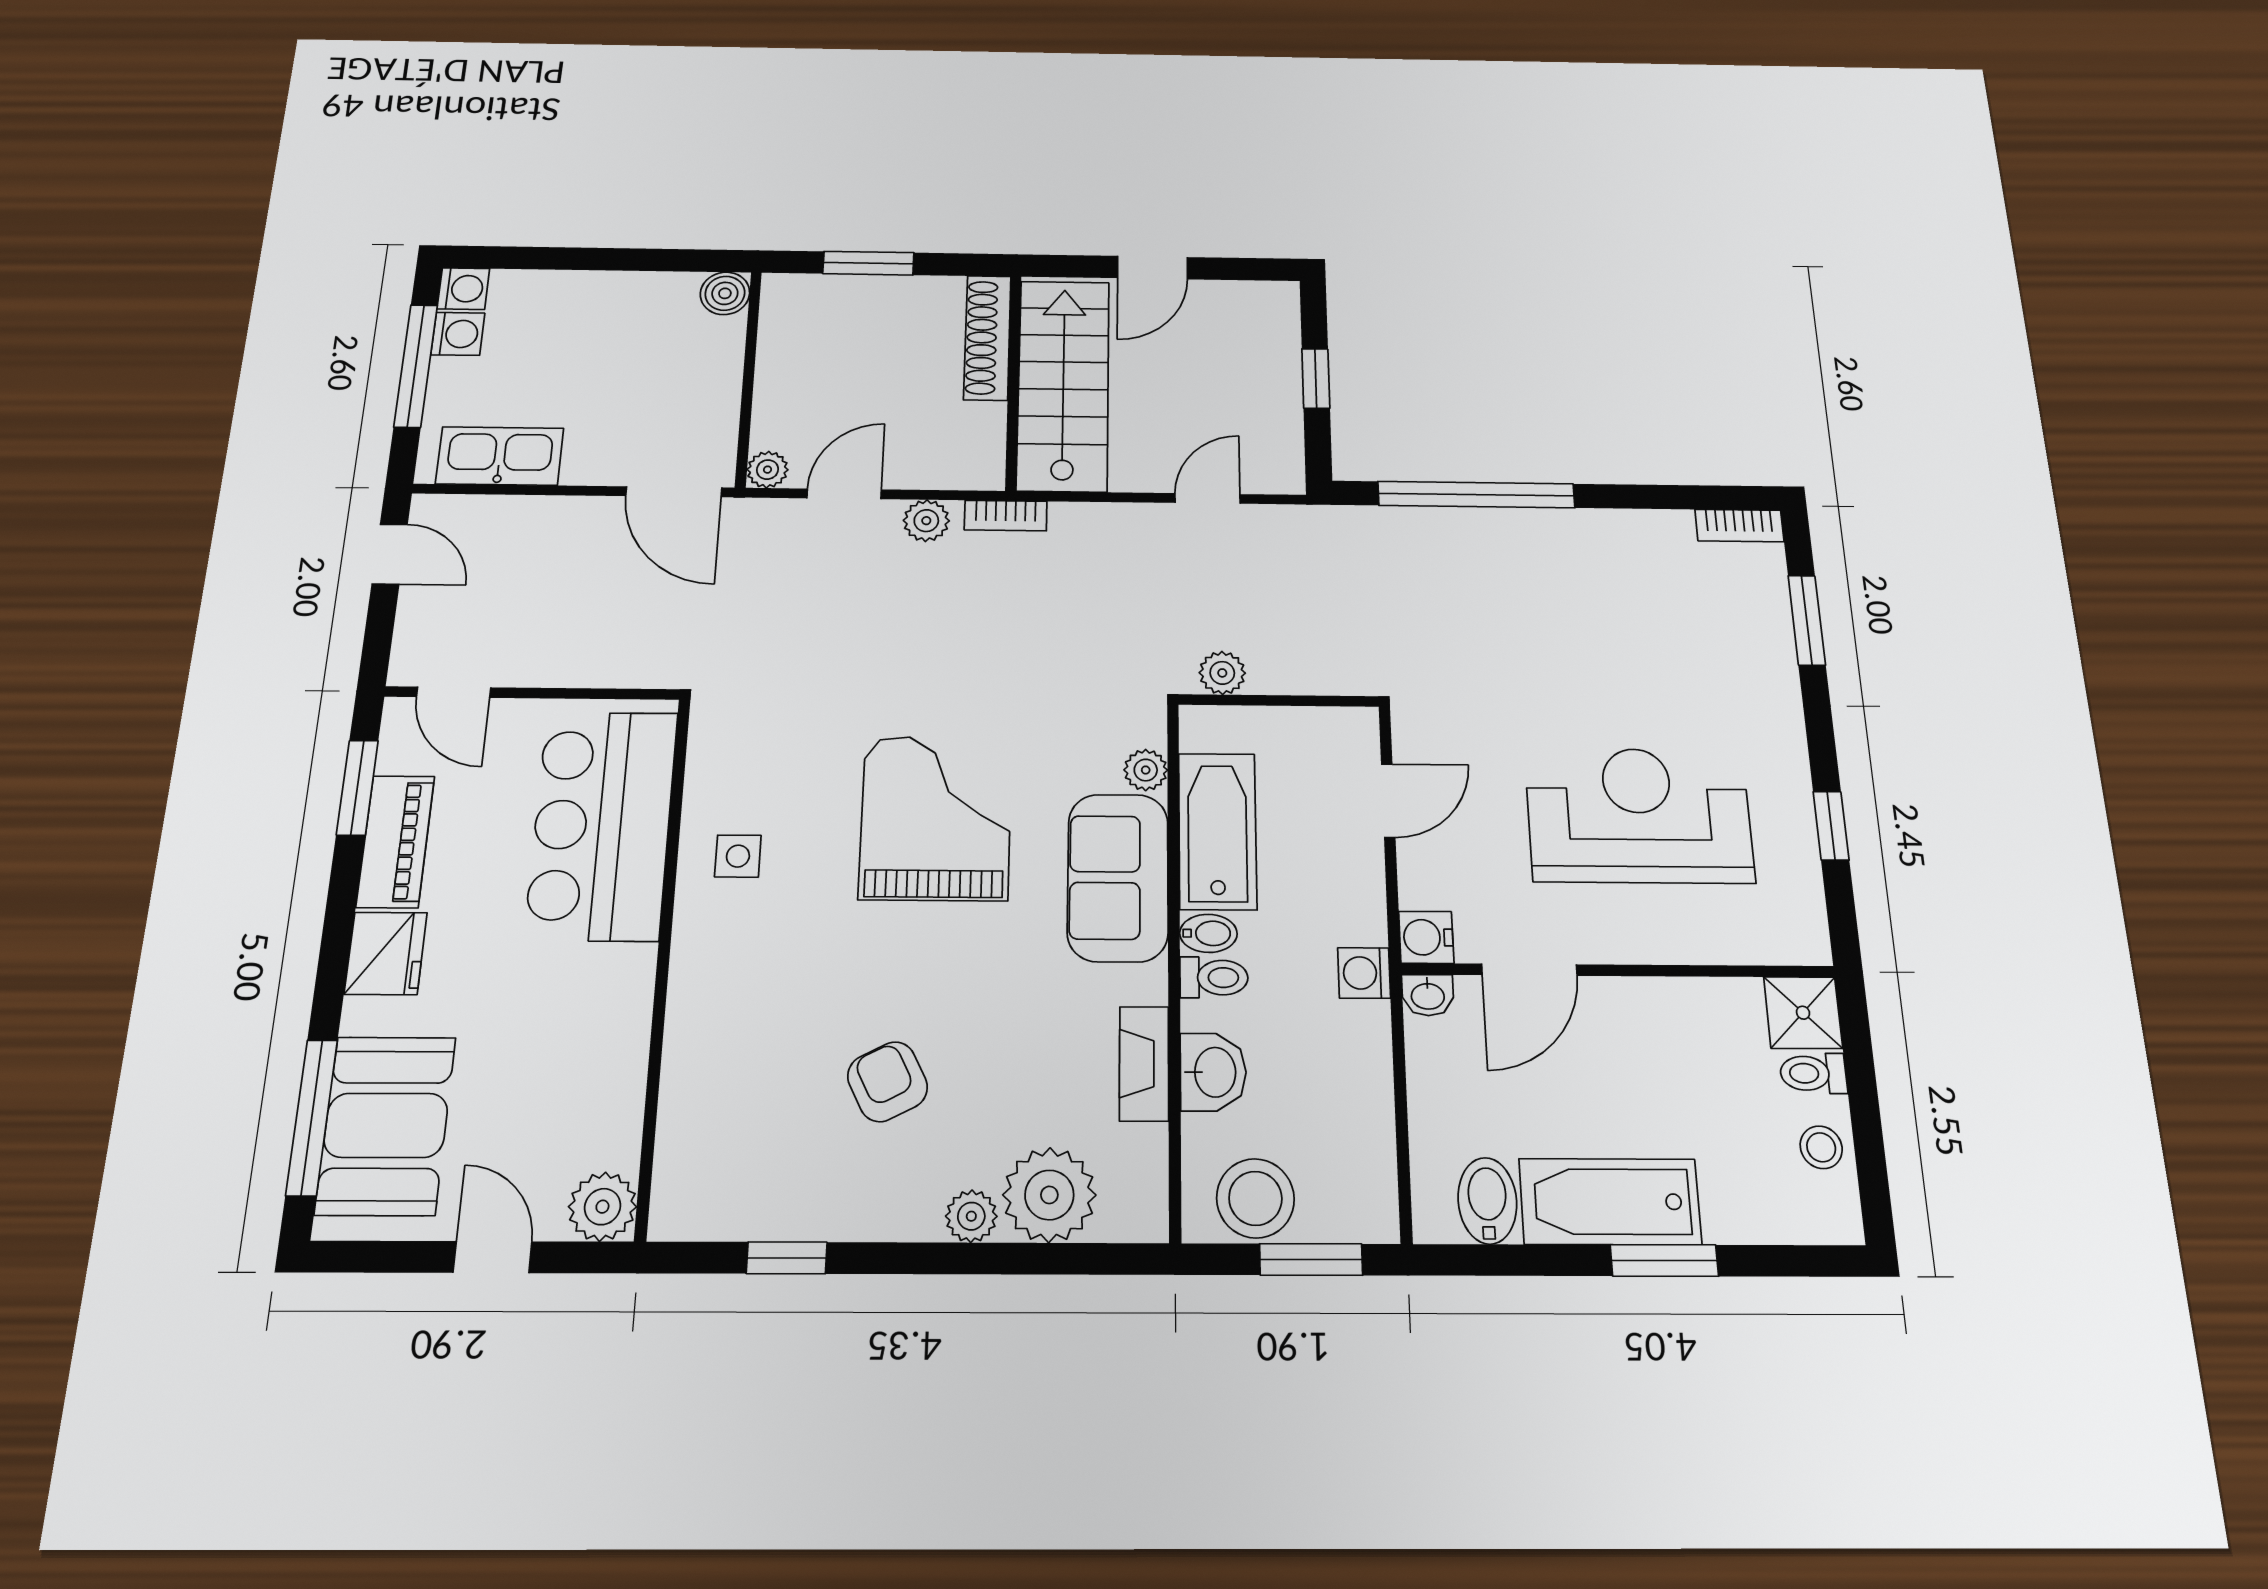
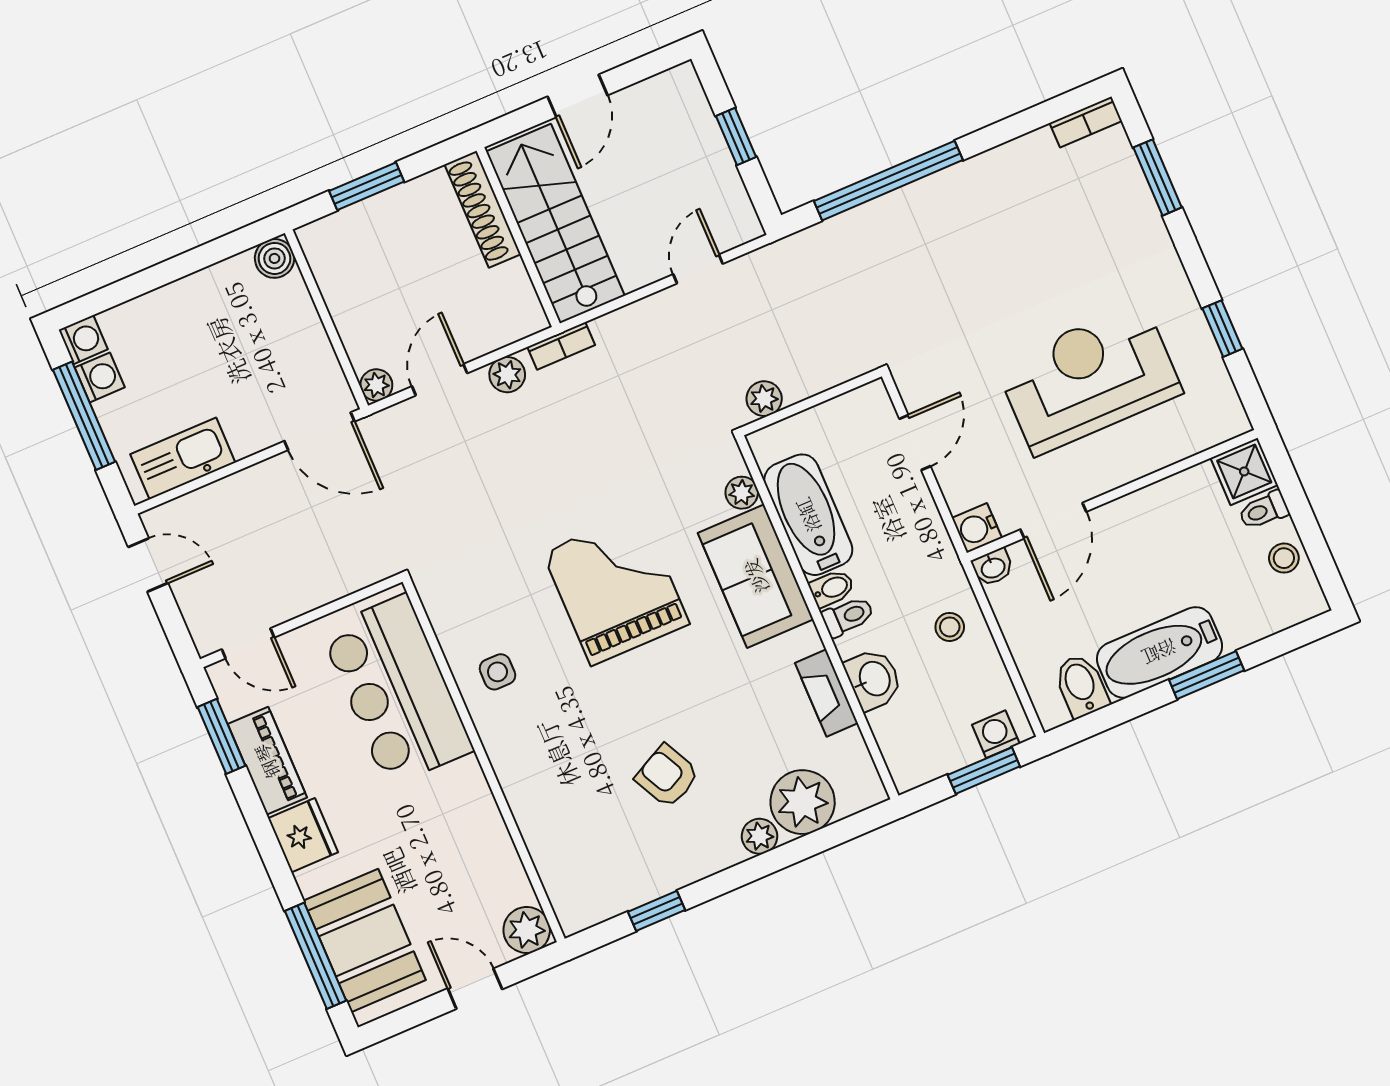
washing machine: (1364, 973) -> (996, 734), moved, turned 90
stool: (1255, 1198) -> (950, 627), moved, width x0.53, depth x0.53

